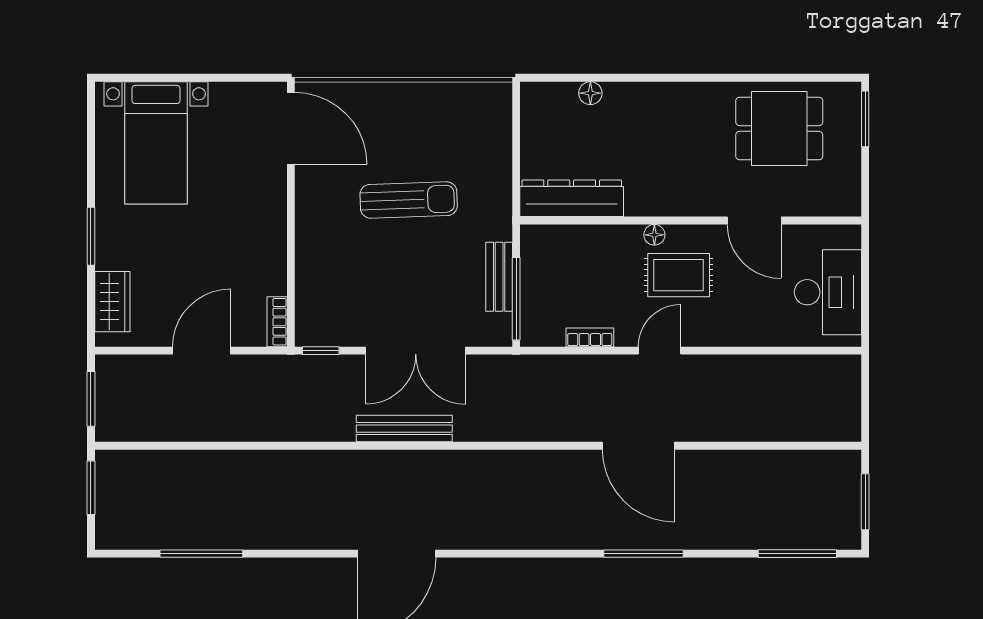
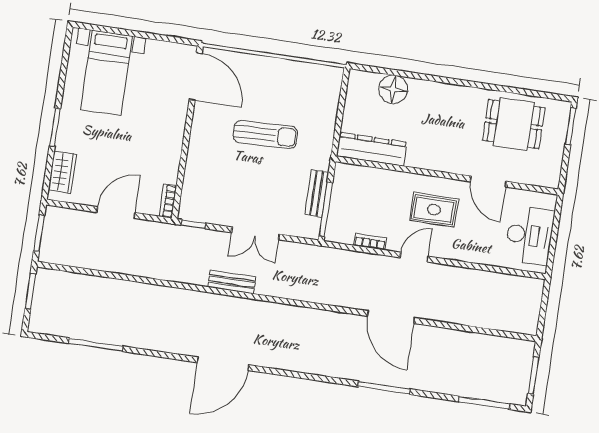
floor lamp: (590, 93) -> (393, 89), width x1.89, depth x1.89
floor lamp: (654, 235) -> (422, 181), removed
double door: (416, 351) -> (255, 233), width x0.73
bench: (404, 429) -> (232, 282), width x0.73

